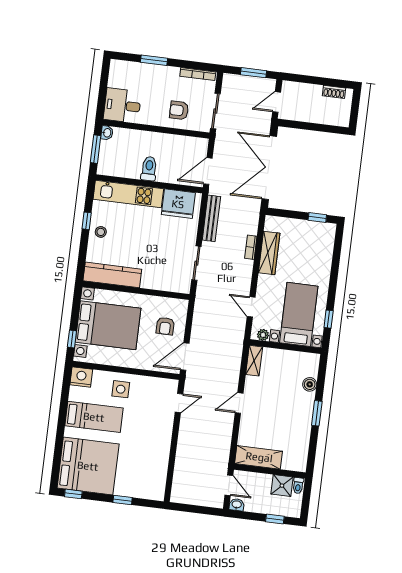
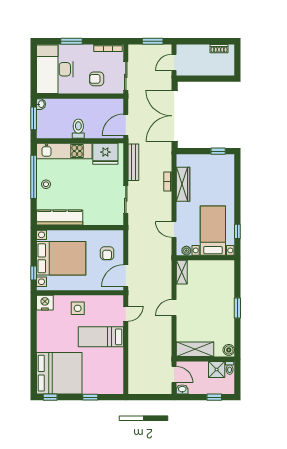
desk: (122, 105) -> (55, 69), width x1.87, depth x1.30
window: (87, 221) -> (34, 177), width x3.17
boiler: (310, 384) -> (229, 350), moved
bed: (94, 417) -> (101, 337), moved, turned 180

